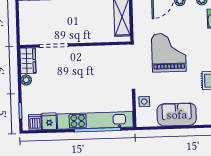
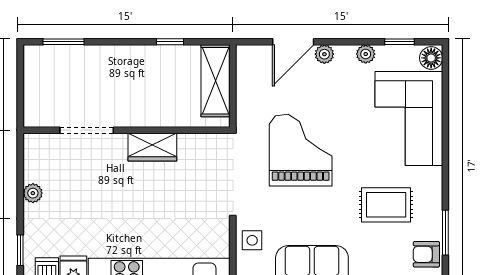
wardrobe: (28, 61) -> (152, 147), moved, turned 90

